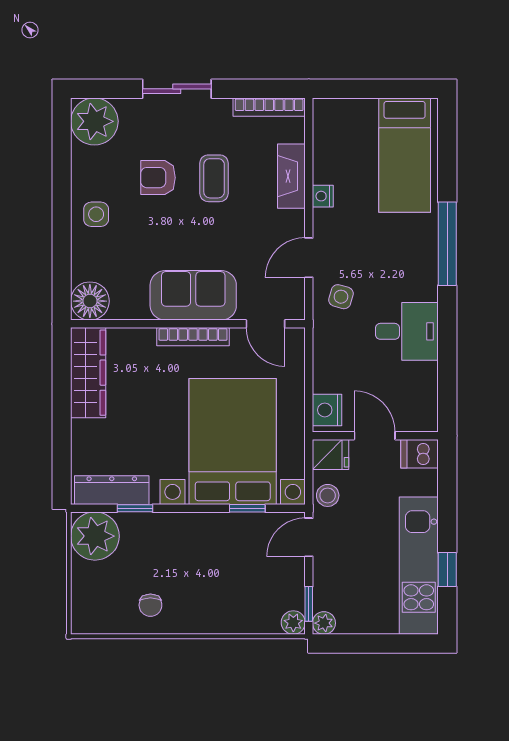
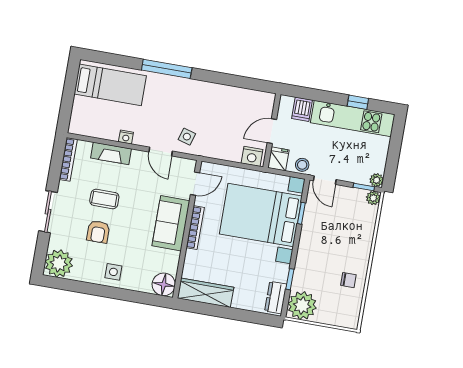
desk: (407, 331) -> (214, 101), removed
dishwasher: (420, 454) -> (302, 109), moved
dresser: (112, 490) -> (276, 298), width x0.70

